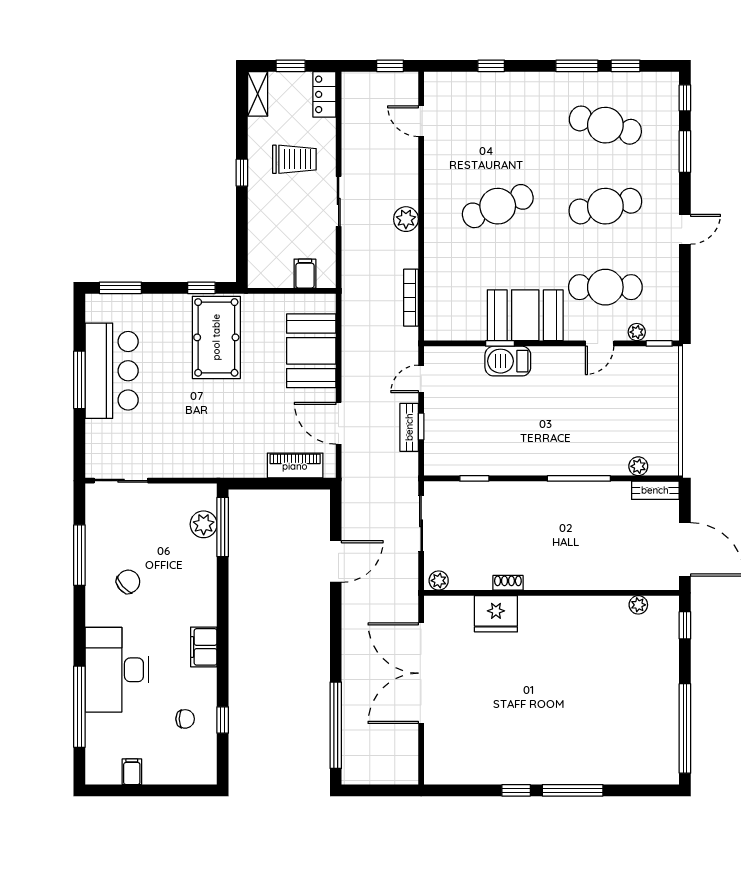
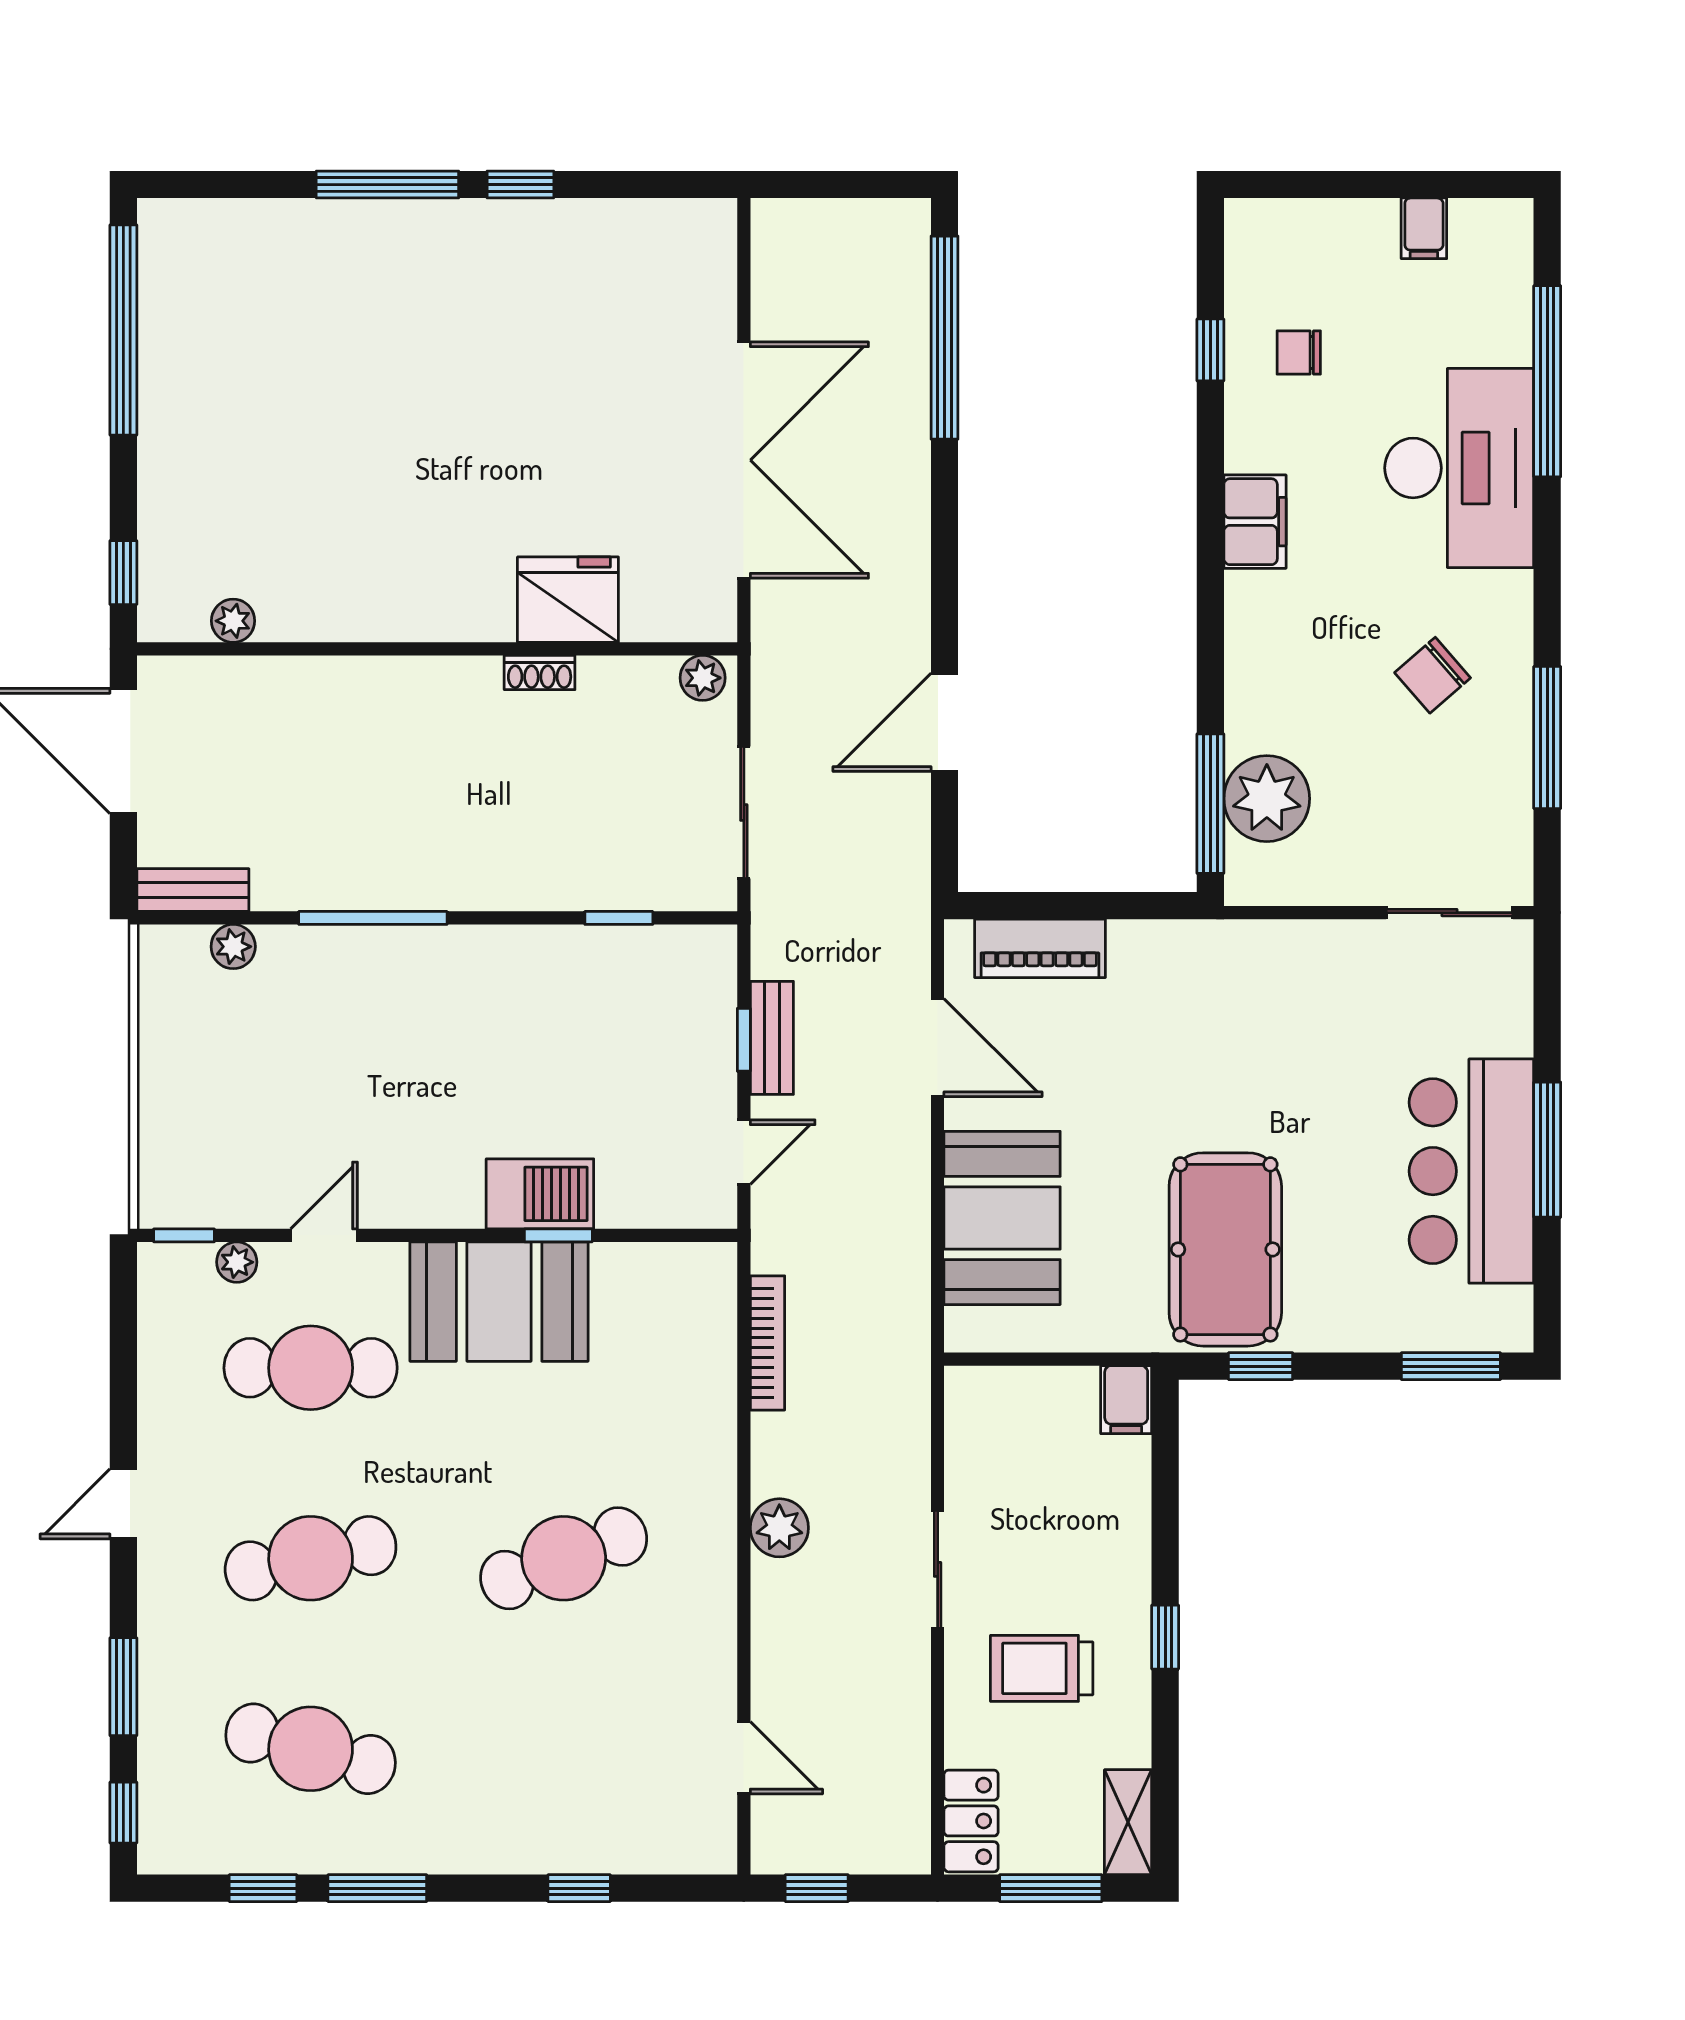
window: (291, 66) -> (1051, 1888), width x1.50
filing cabinet: (305, 274) -> (1126, 1400), moved
plant: (204, 524) -> (1267, 799), width x1.36, depth x1.36

